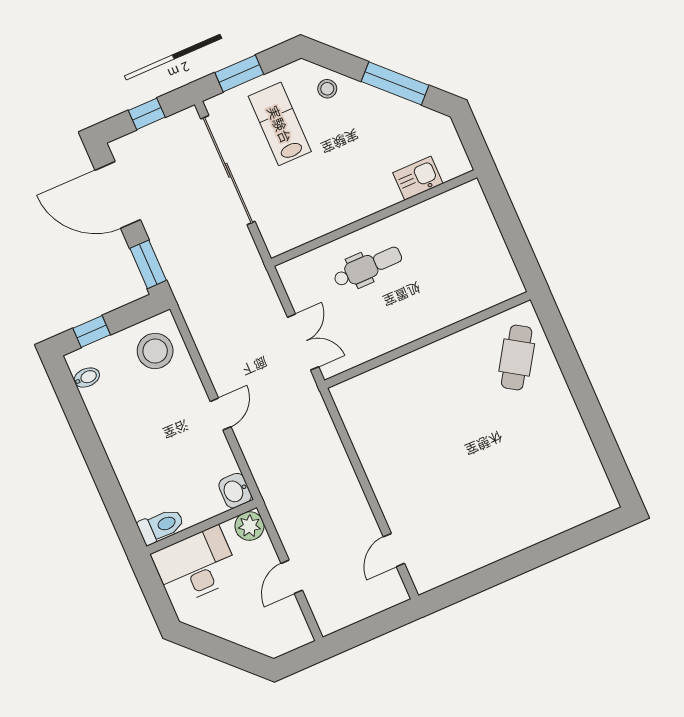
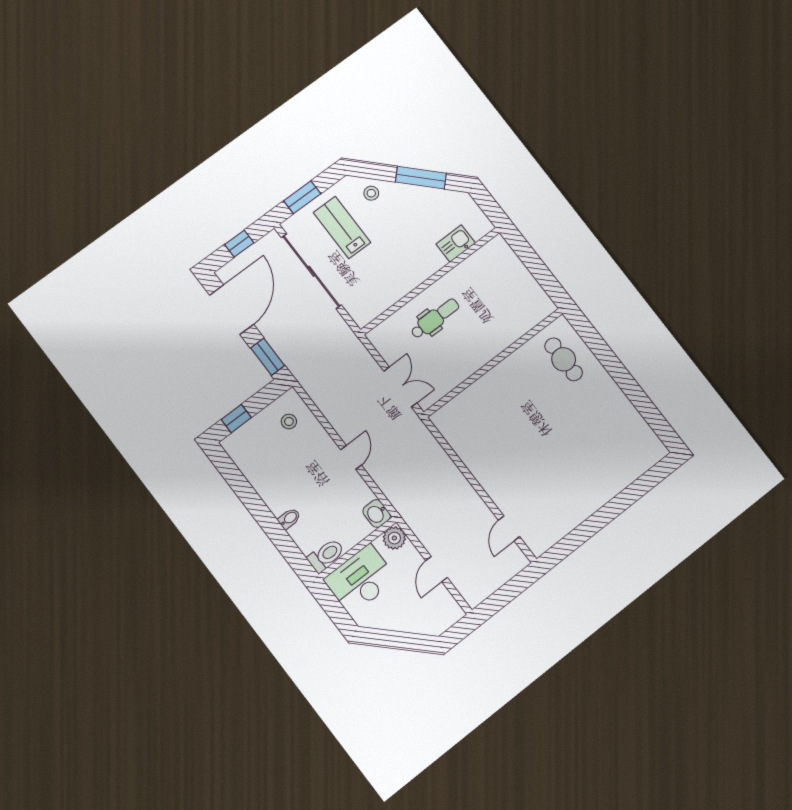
door: (118, 195) -> (232, 310), swing flipped
stool: (155, 351) -> (289, 421), width x0.53, depth x0.53
cafe table: (517, 357) -> (564, 359), turned -33
bidet: (87, 378) -> (289, 518), moved

